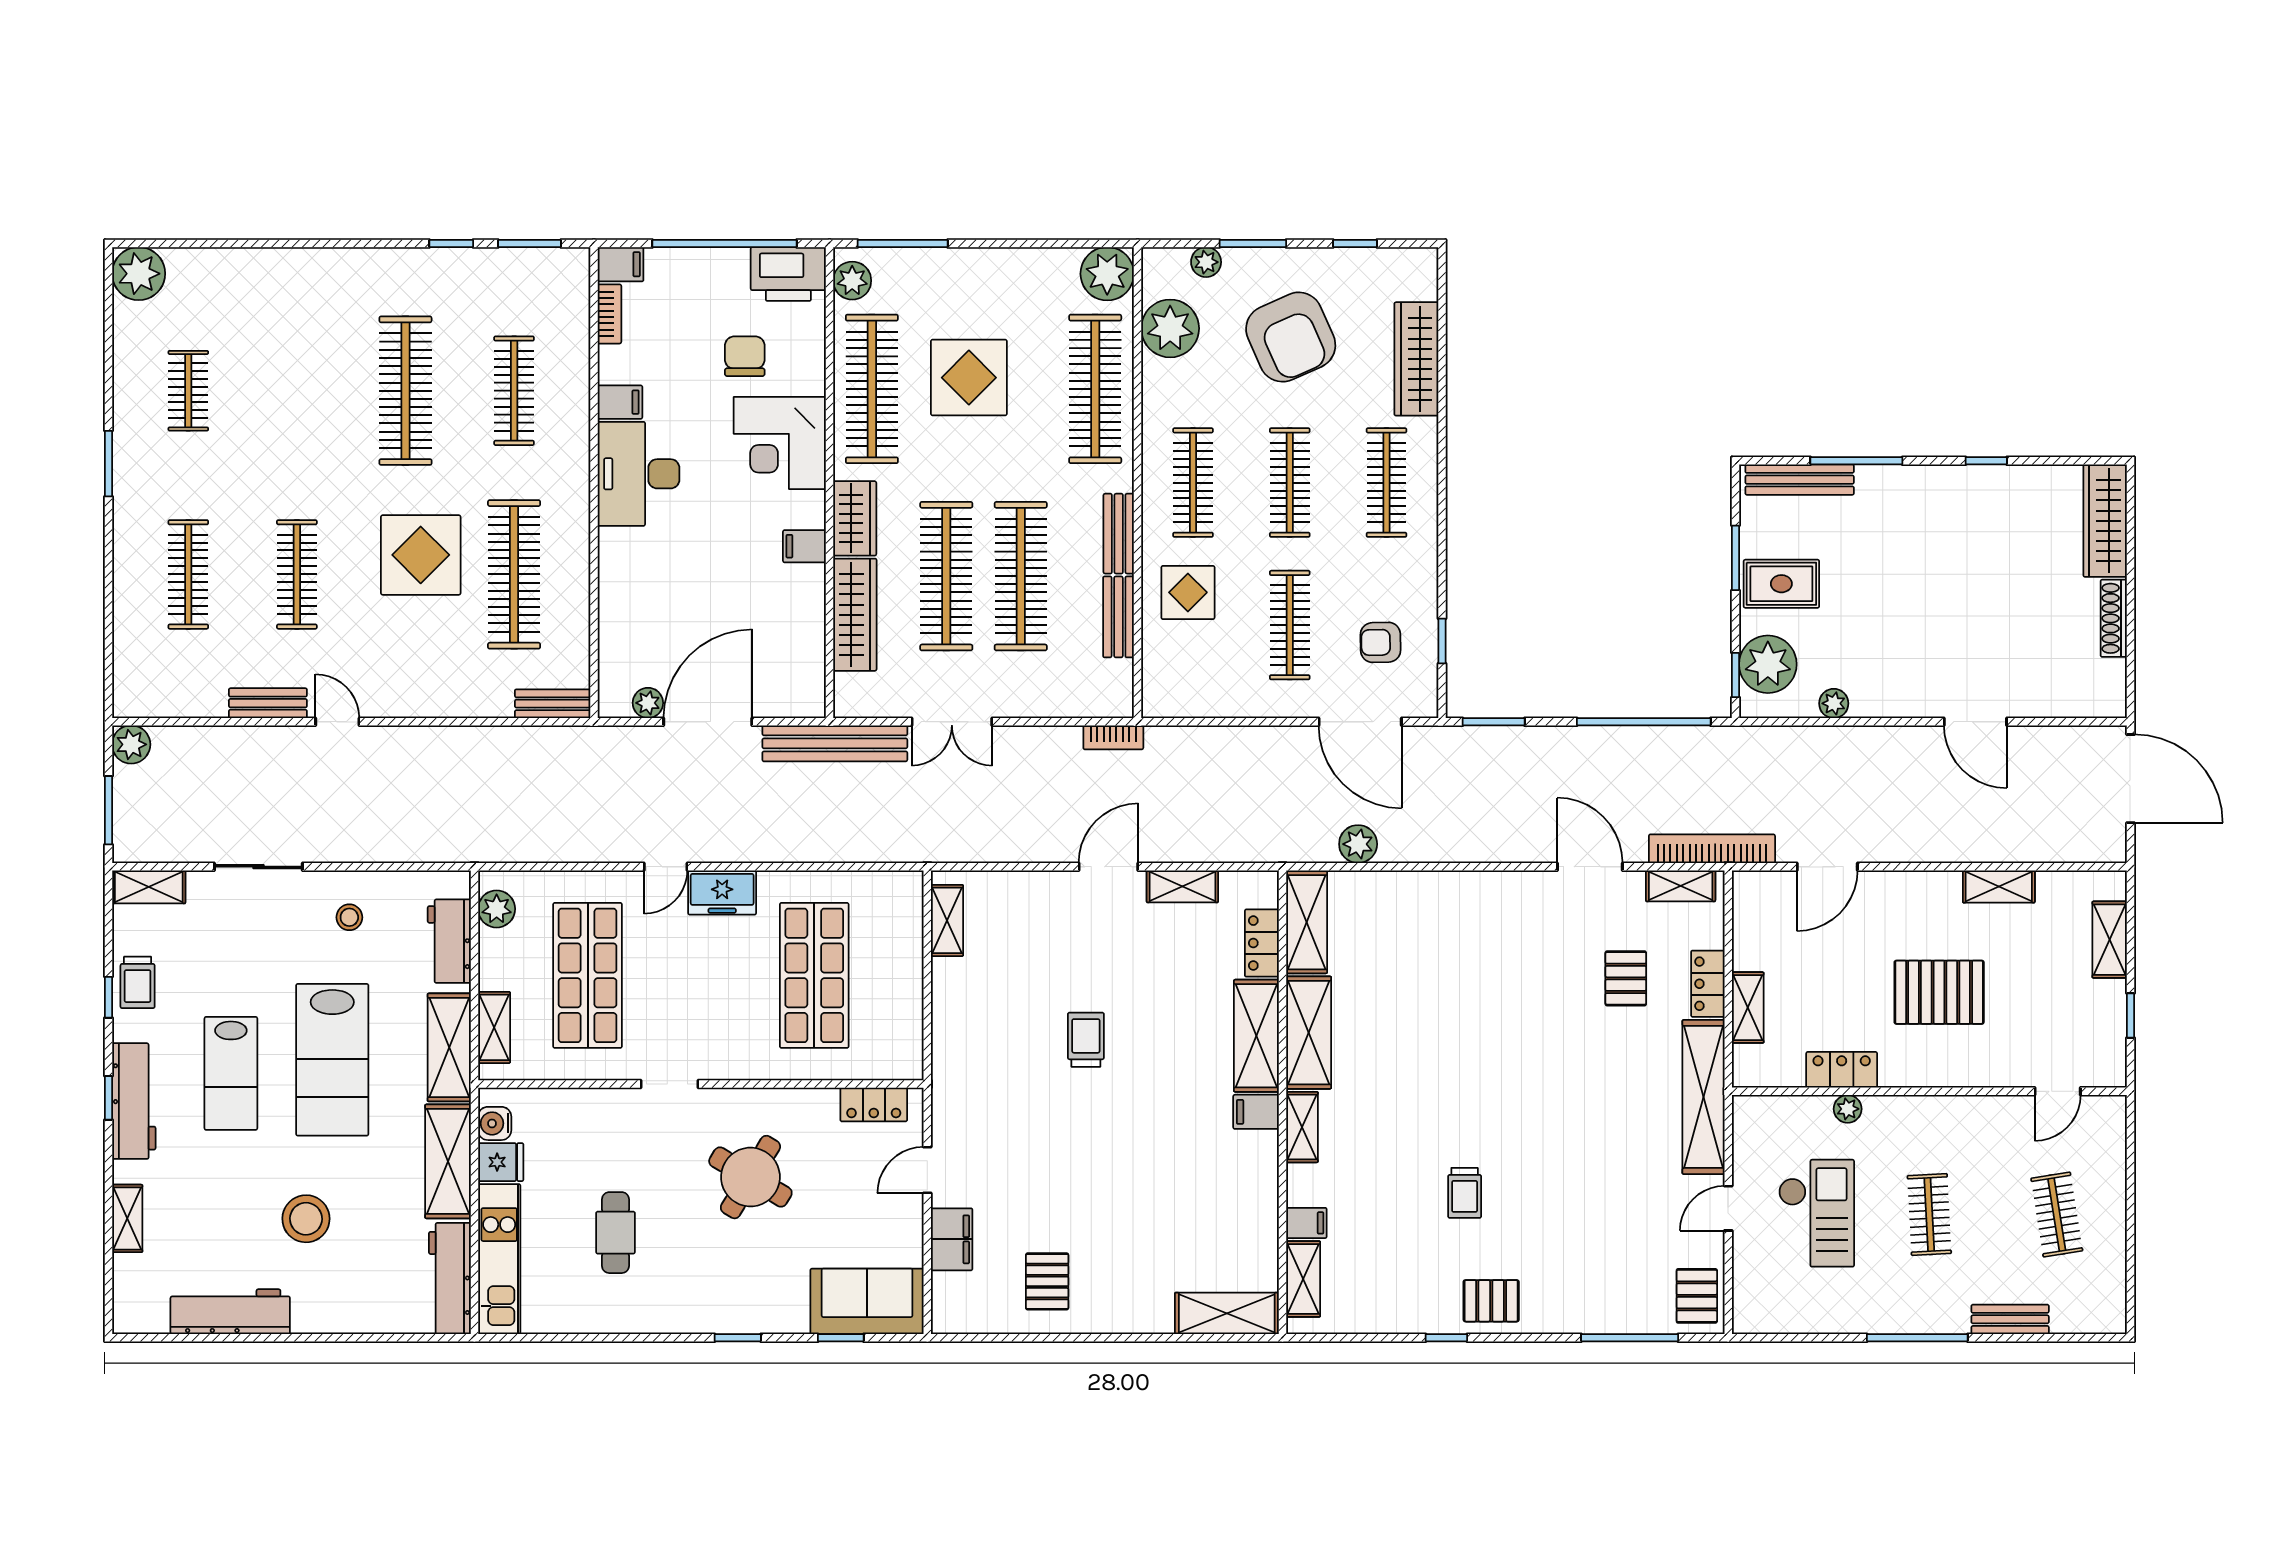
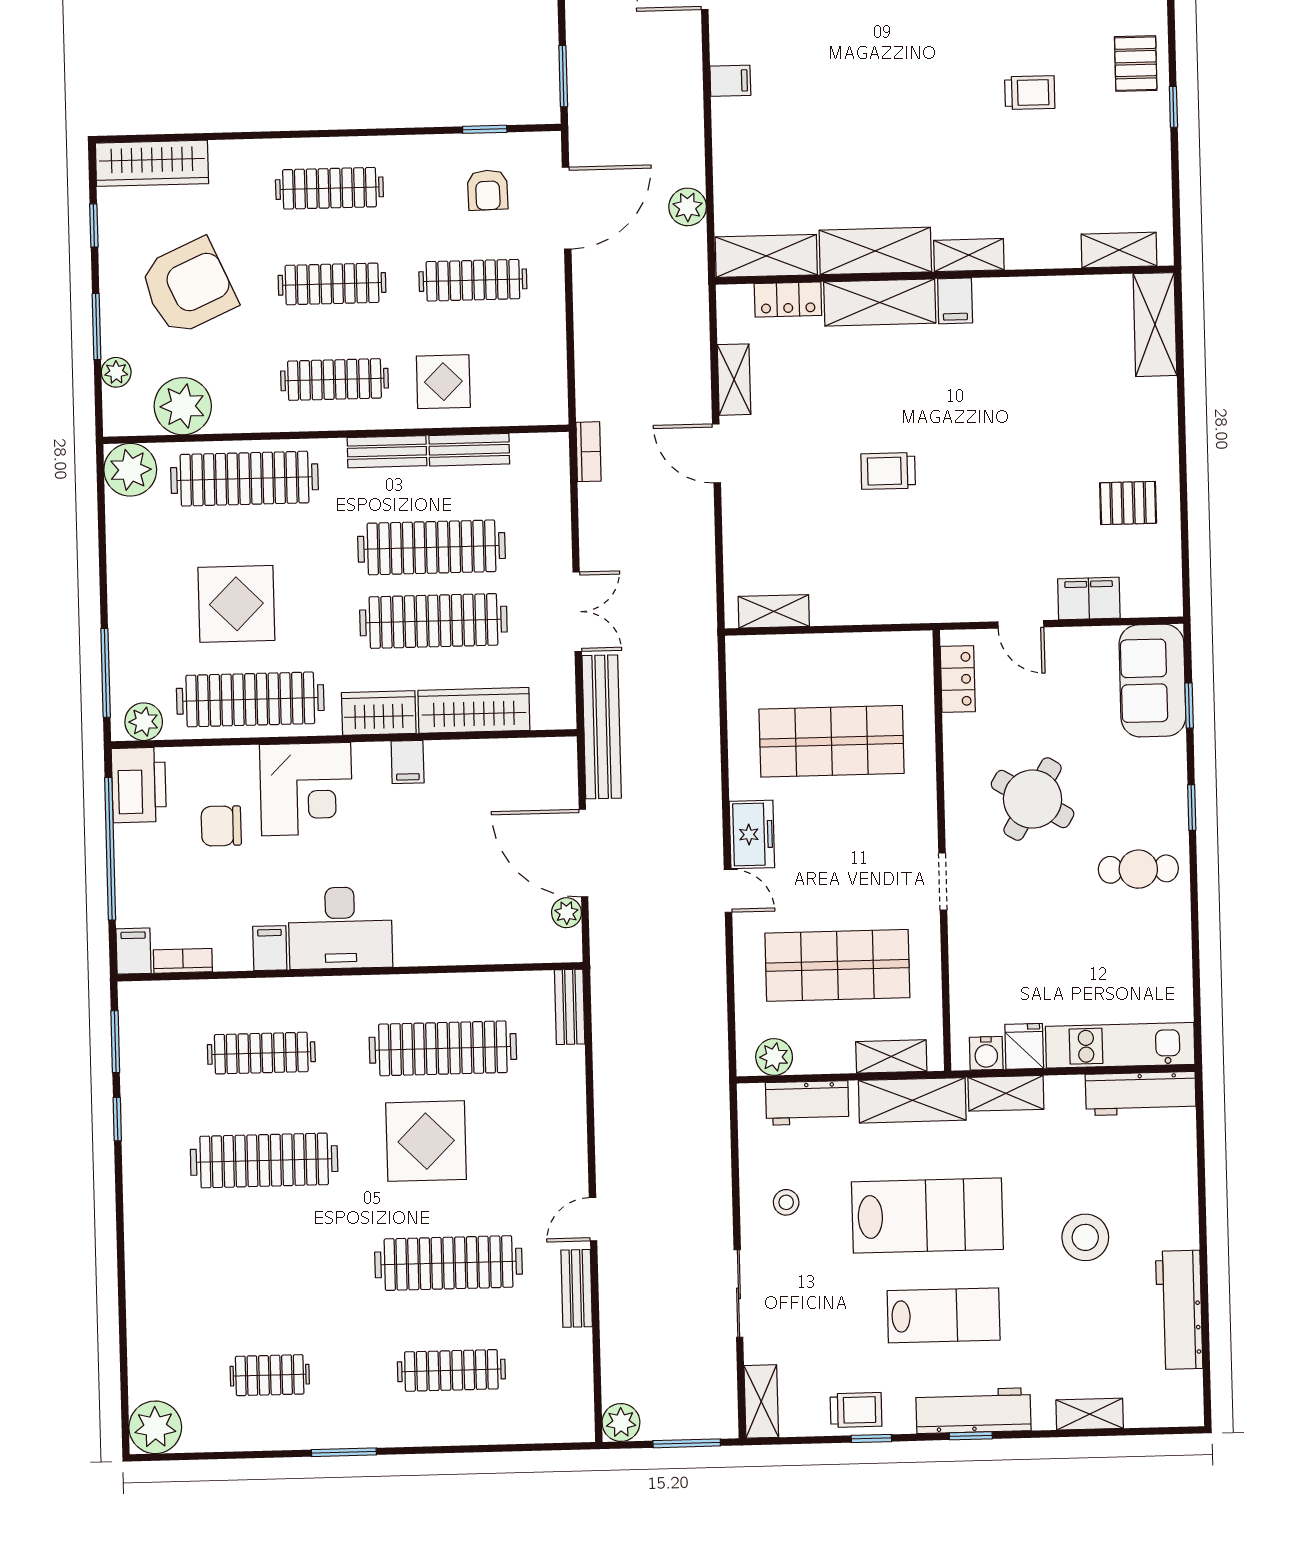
wardrobe: (1416, 359) -> (152, 163), moved
clothes rail: (297, 574) -> (449, 1263), width x1.37, depth x1.31
shelving: (448, 1161) -> (1006, 1093), width x0.67, depth x0.75
filing cabinet: (1306, 1223) -> (730, 81), moved, turned 90
cafe table: (615, 1233) -> (1138, 869), moved

